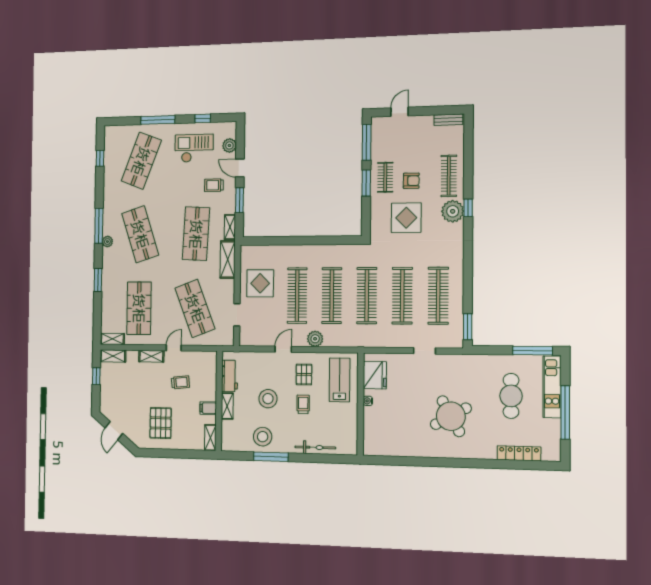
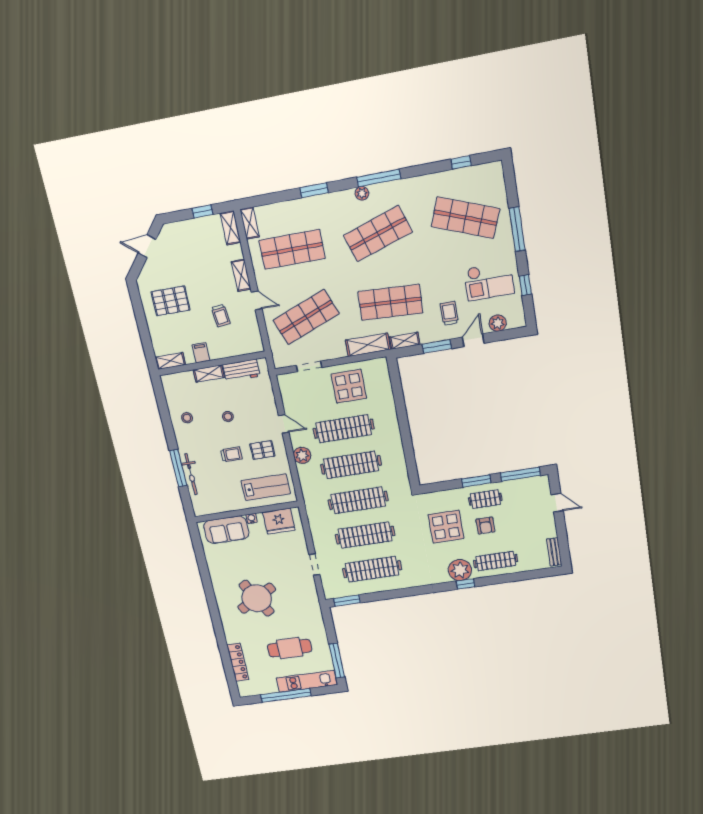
checkout: (194, 148) -> (489, 281), turned 90
stool: (268, 399) -> (228, 417), width x0.53, depth x0.53
sofa: (375, 428) -> (226, 530), added
stool: (263, 437) -> (187, 418), width x0.53, depth x0.53
window: (271, 457) -> (178, 468), moved

